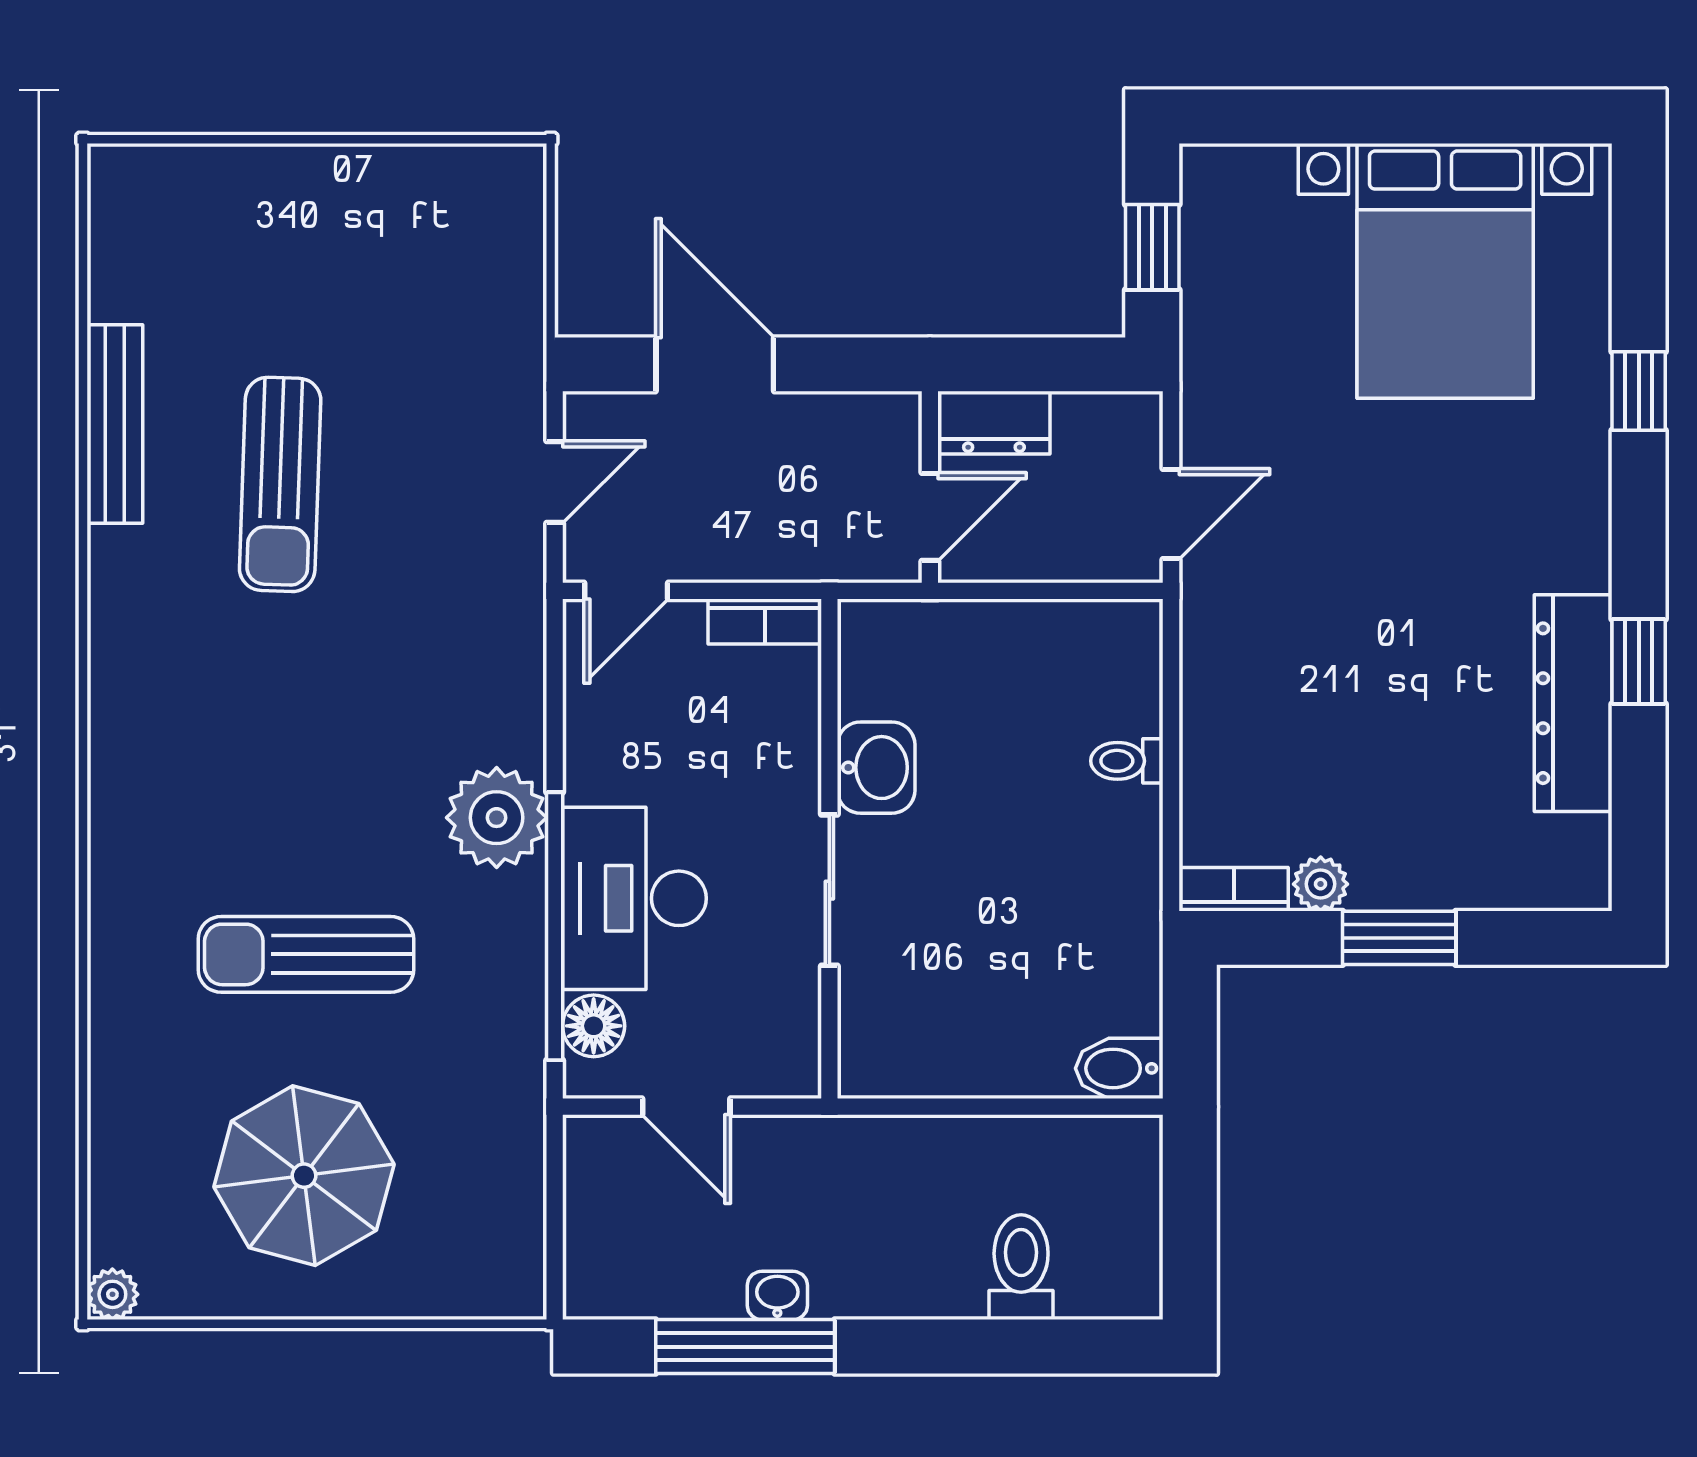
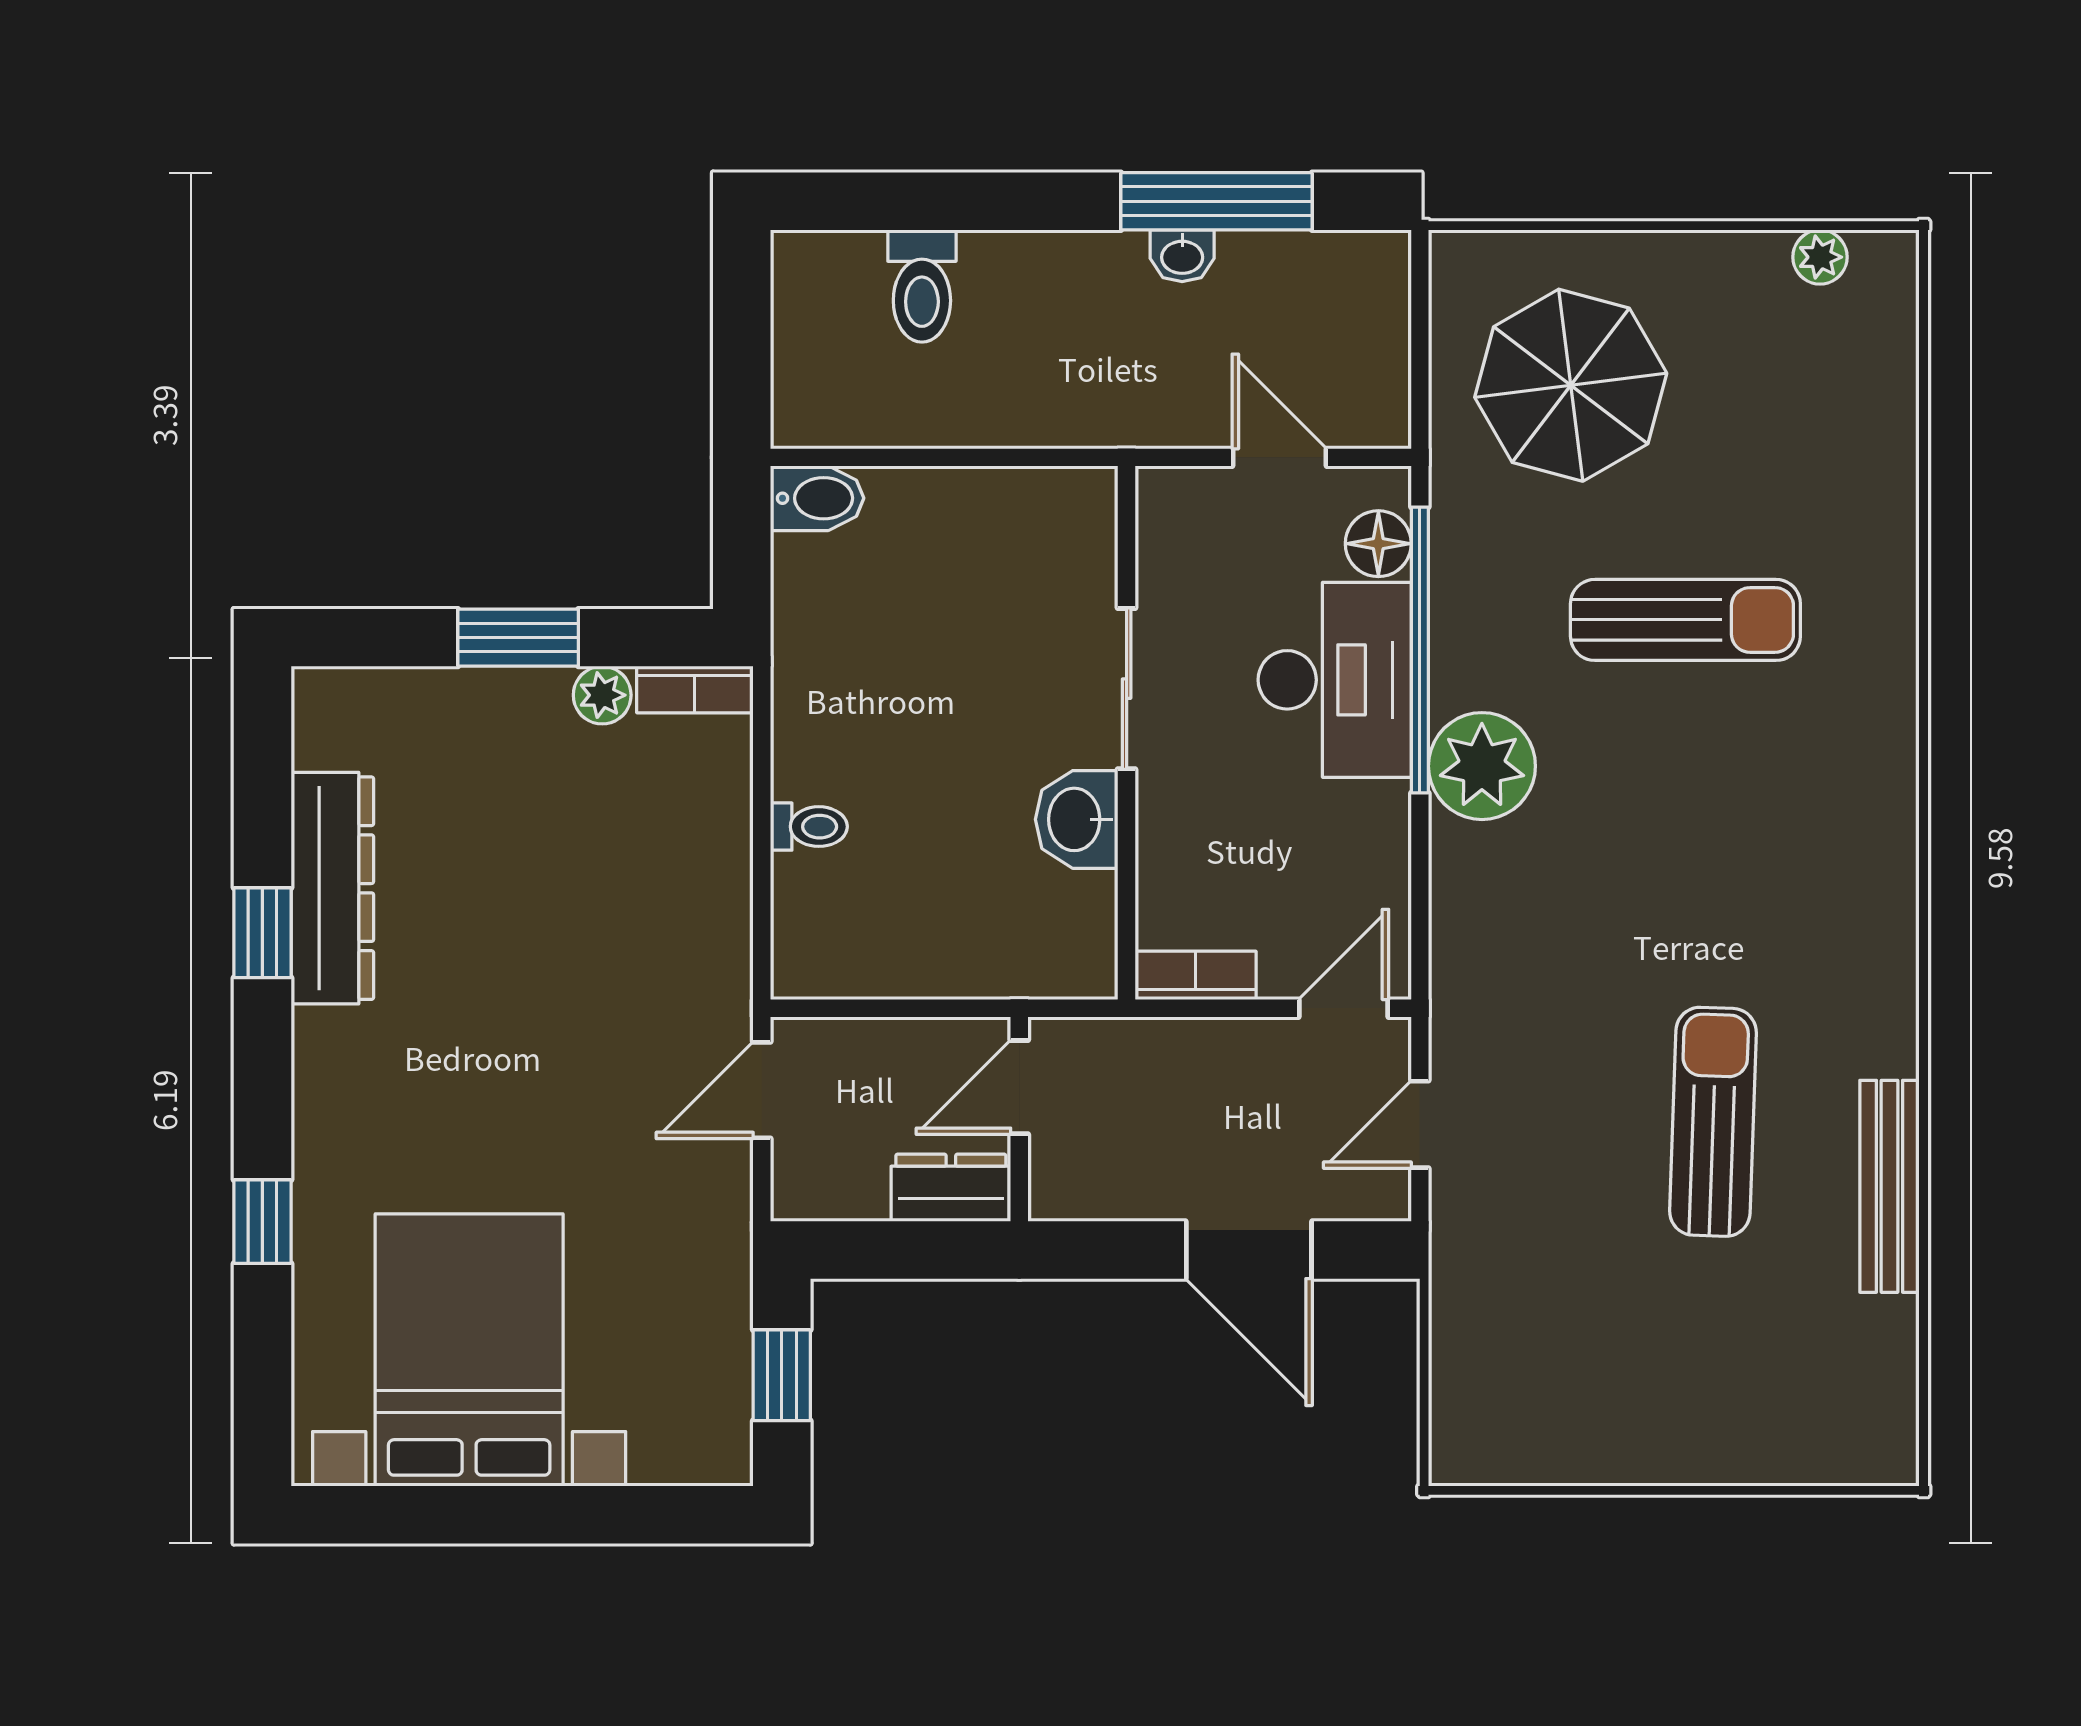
parasol: (304, 1176) -> (1571, 385), moved
plant: (112, 1294) -> (1820, 257), moved

